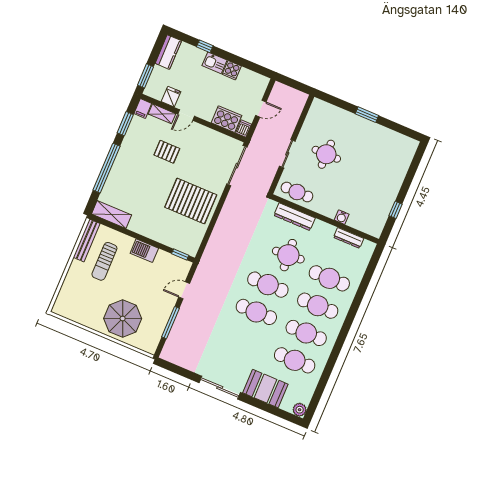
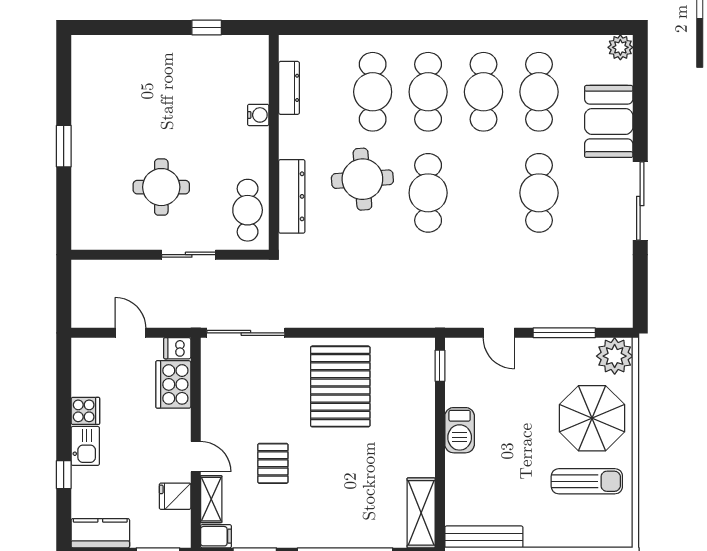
sun lounger: (104, 261) -> (587, 481), moved
cafe table: (256, 312) -> (539, 193), moved
plant: (149, 343) -> (615, 356), added

